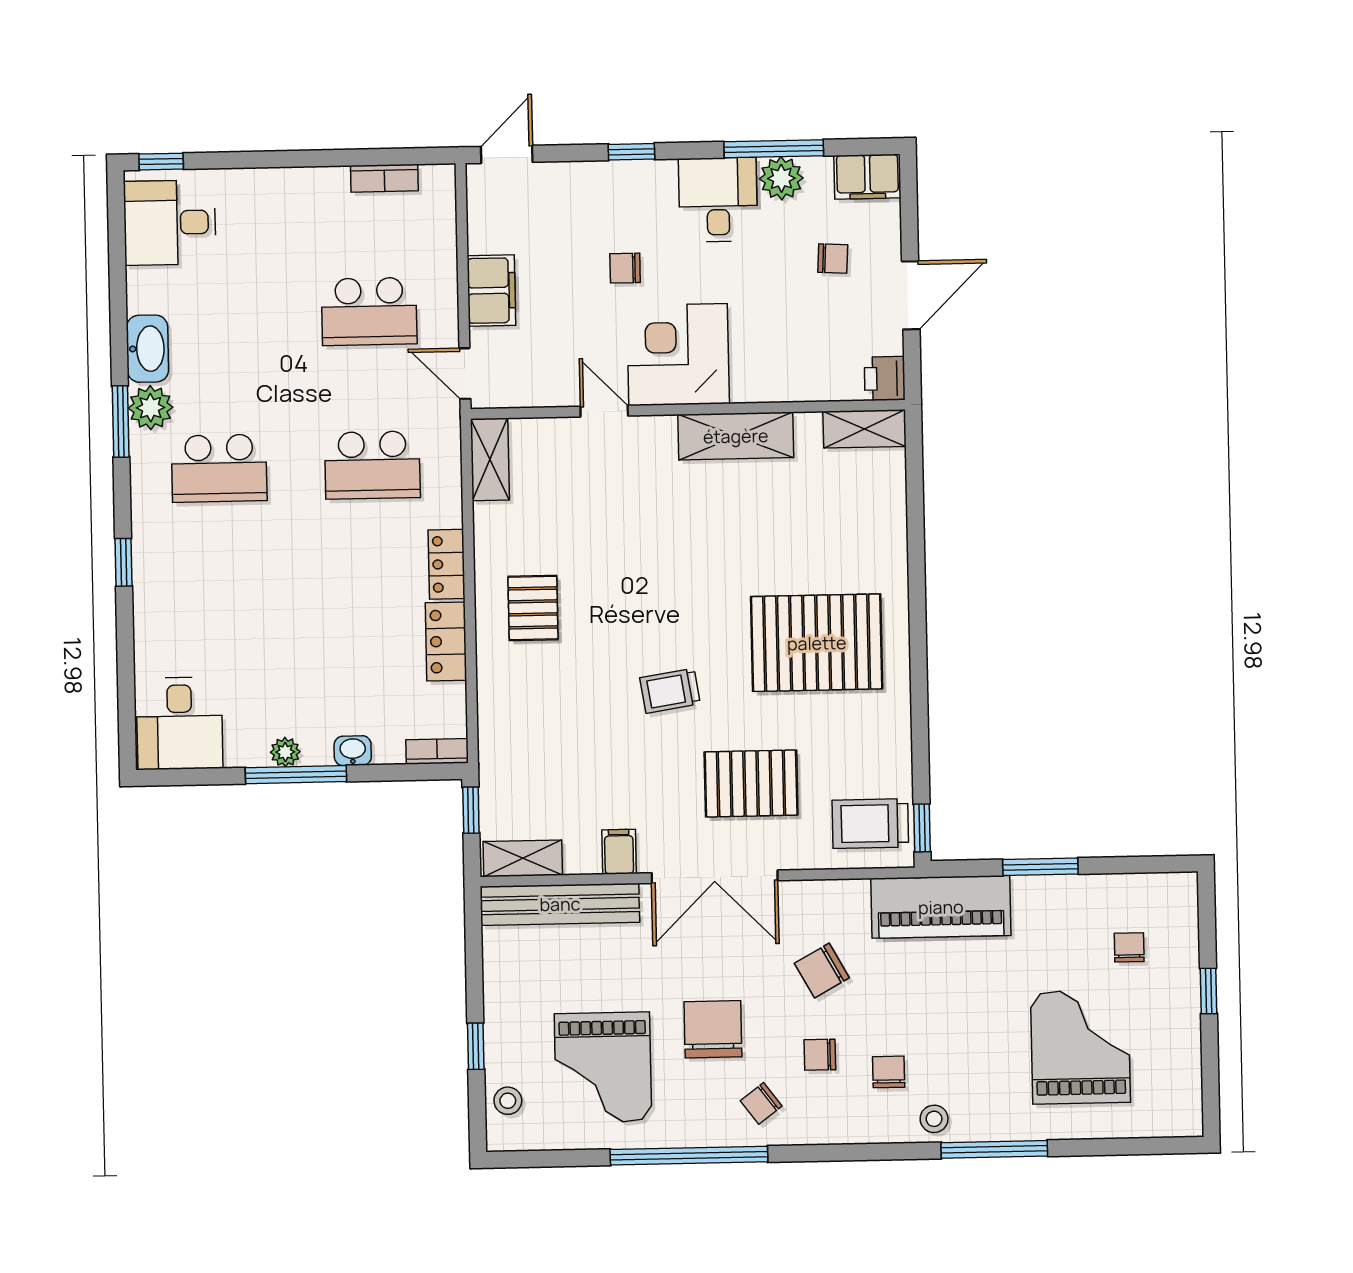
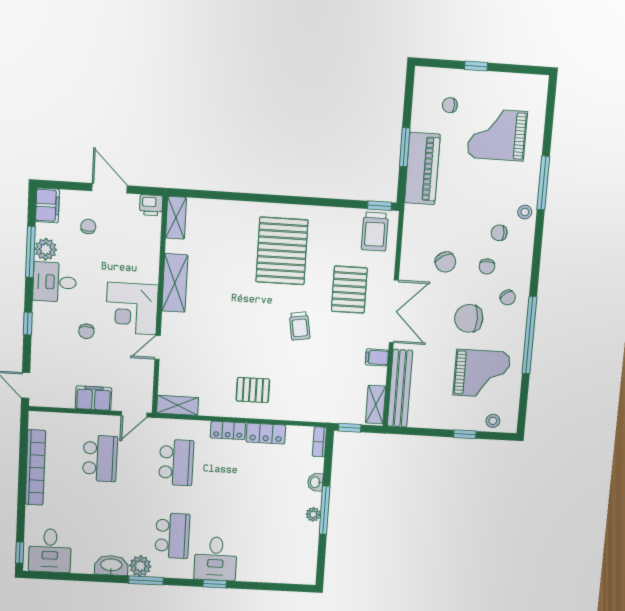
bookcase: (384, 178) -> (35, 467), width x2.31, depth x1.31
desk: (180, 723) -> (216, 559), moved, turned 90
piano: (941, 907) -> (422, 168), moved

